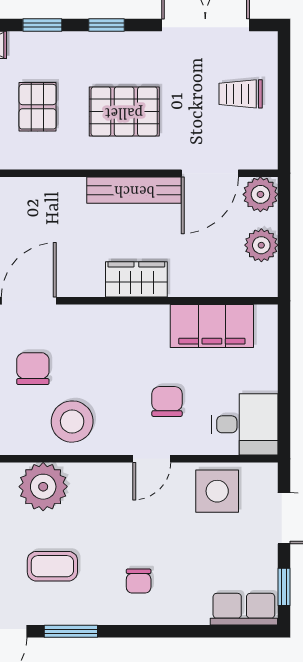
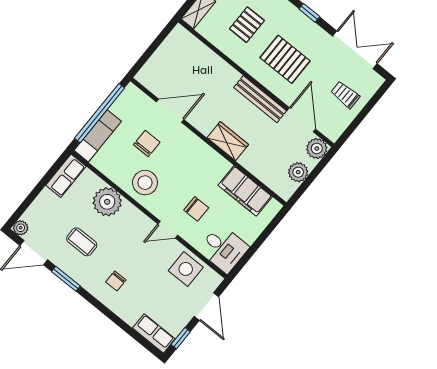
door: (210, 173) -> (301, 120), swing flipped
chair: (167, 402) -> (196, 209), turned 90

